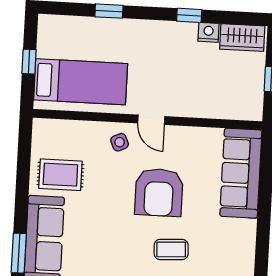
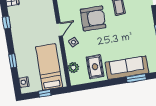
nightstand: (208, 32) -> (24, 82), moved
plant: (68, 131) -> (73, 68), added

